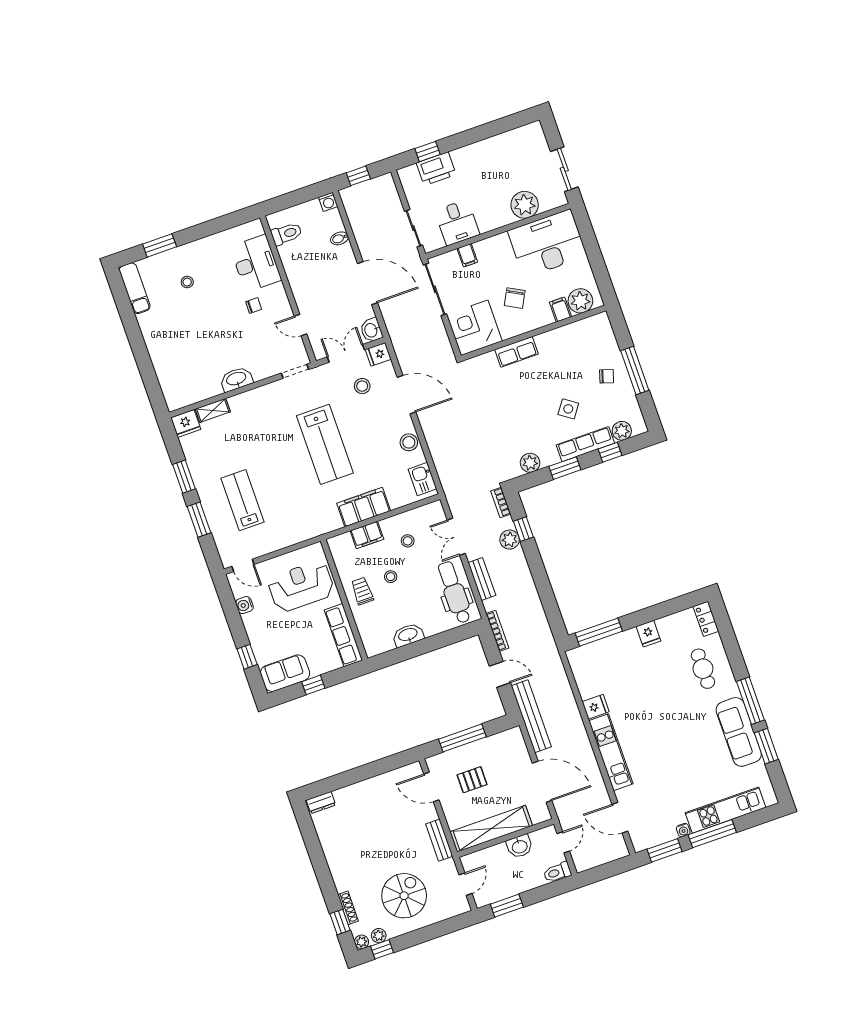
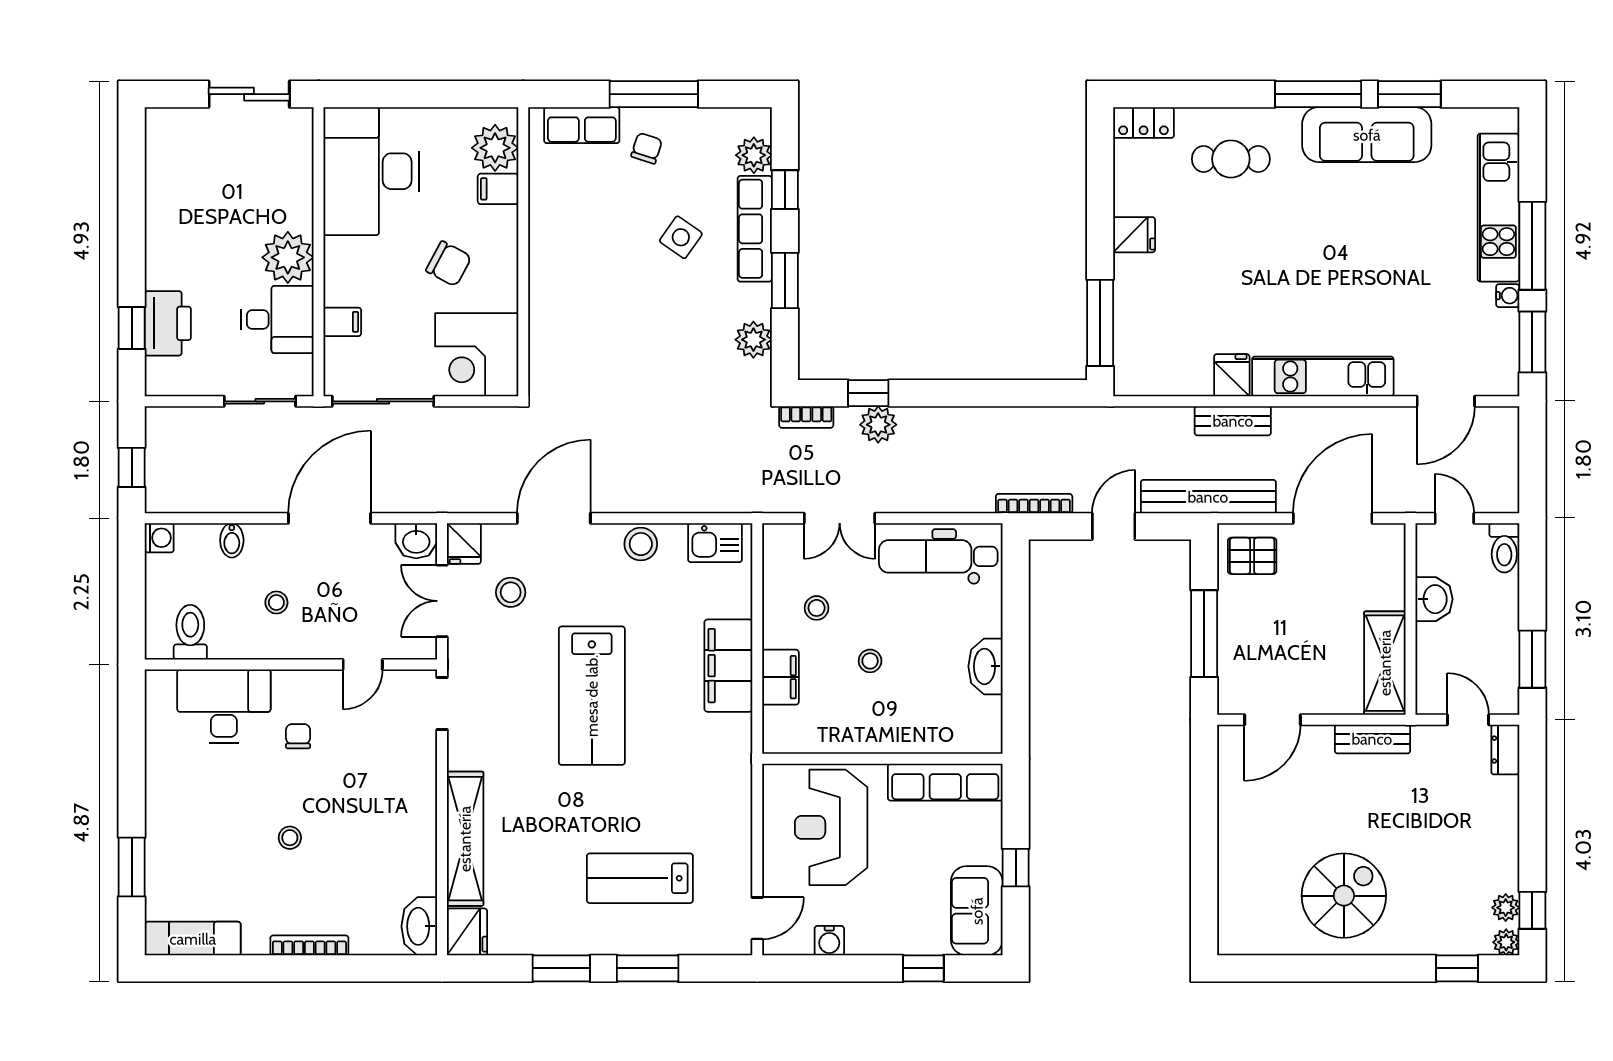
plant: (525, 205) -> (288, 257), moved
stool: (316, 271) -> (276, 603), added
stool: (187, 282) -> (290, 838), moved
bookcase: (152, 347) -> (309, 945), added
row of seats: (516, 352) -> (582, 125), moved, turned 90
washbasin: (236, 379) -> (419, 926), moved
shelving: (213, 410) -> (465, 839), width x2.20, depth x1.33
lab bench: (325, 444) -> (592, 696), turned 90
bench: (482, 579) -> (1233, 421), moved
trolley: (362, 591) -> (878, 721), removed
pallet: (472, 780) -> (1252, 556), moved, turned 90
dresser: (321, 803) -> (1505, 750), moved, turned 180
shelving: (491, 829) -> (1385, 663), width x0.68
spiral stairs: (404, 896) -> (1344, 896), moved, turned 90
shoe rack: (348, 908) -> (1437, 945), removed

